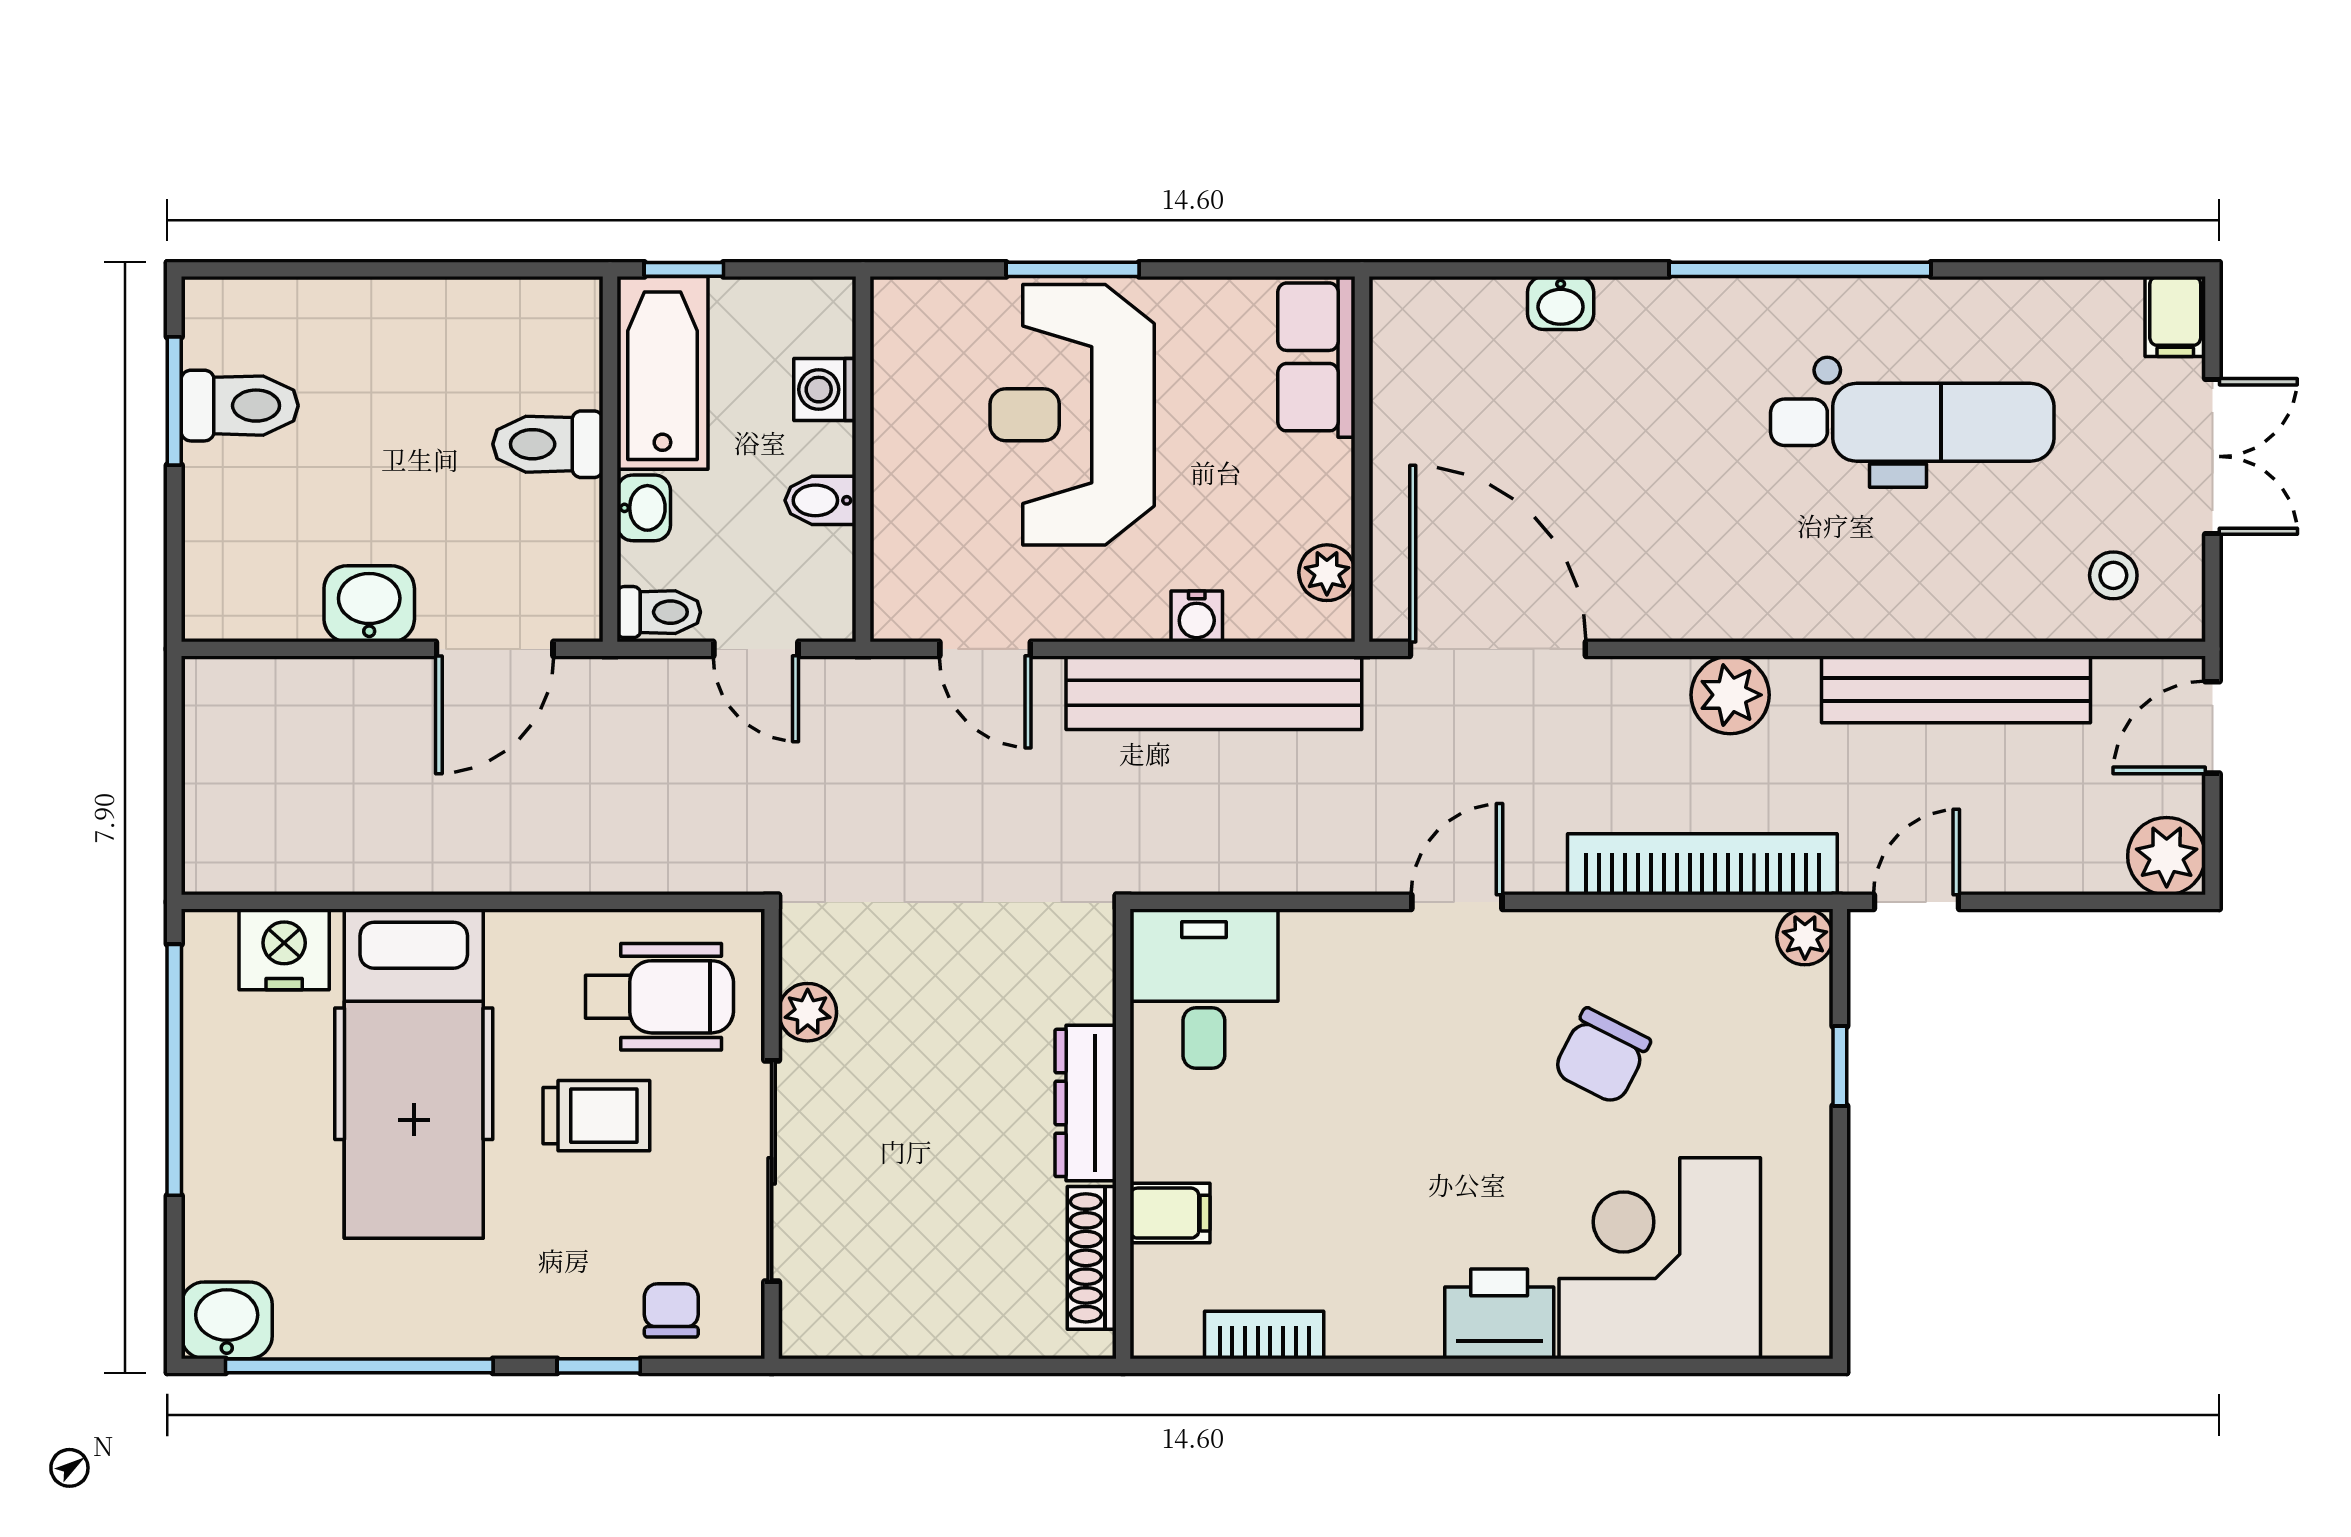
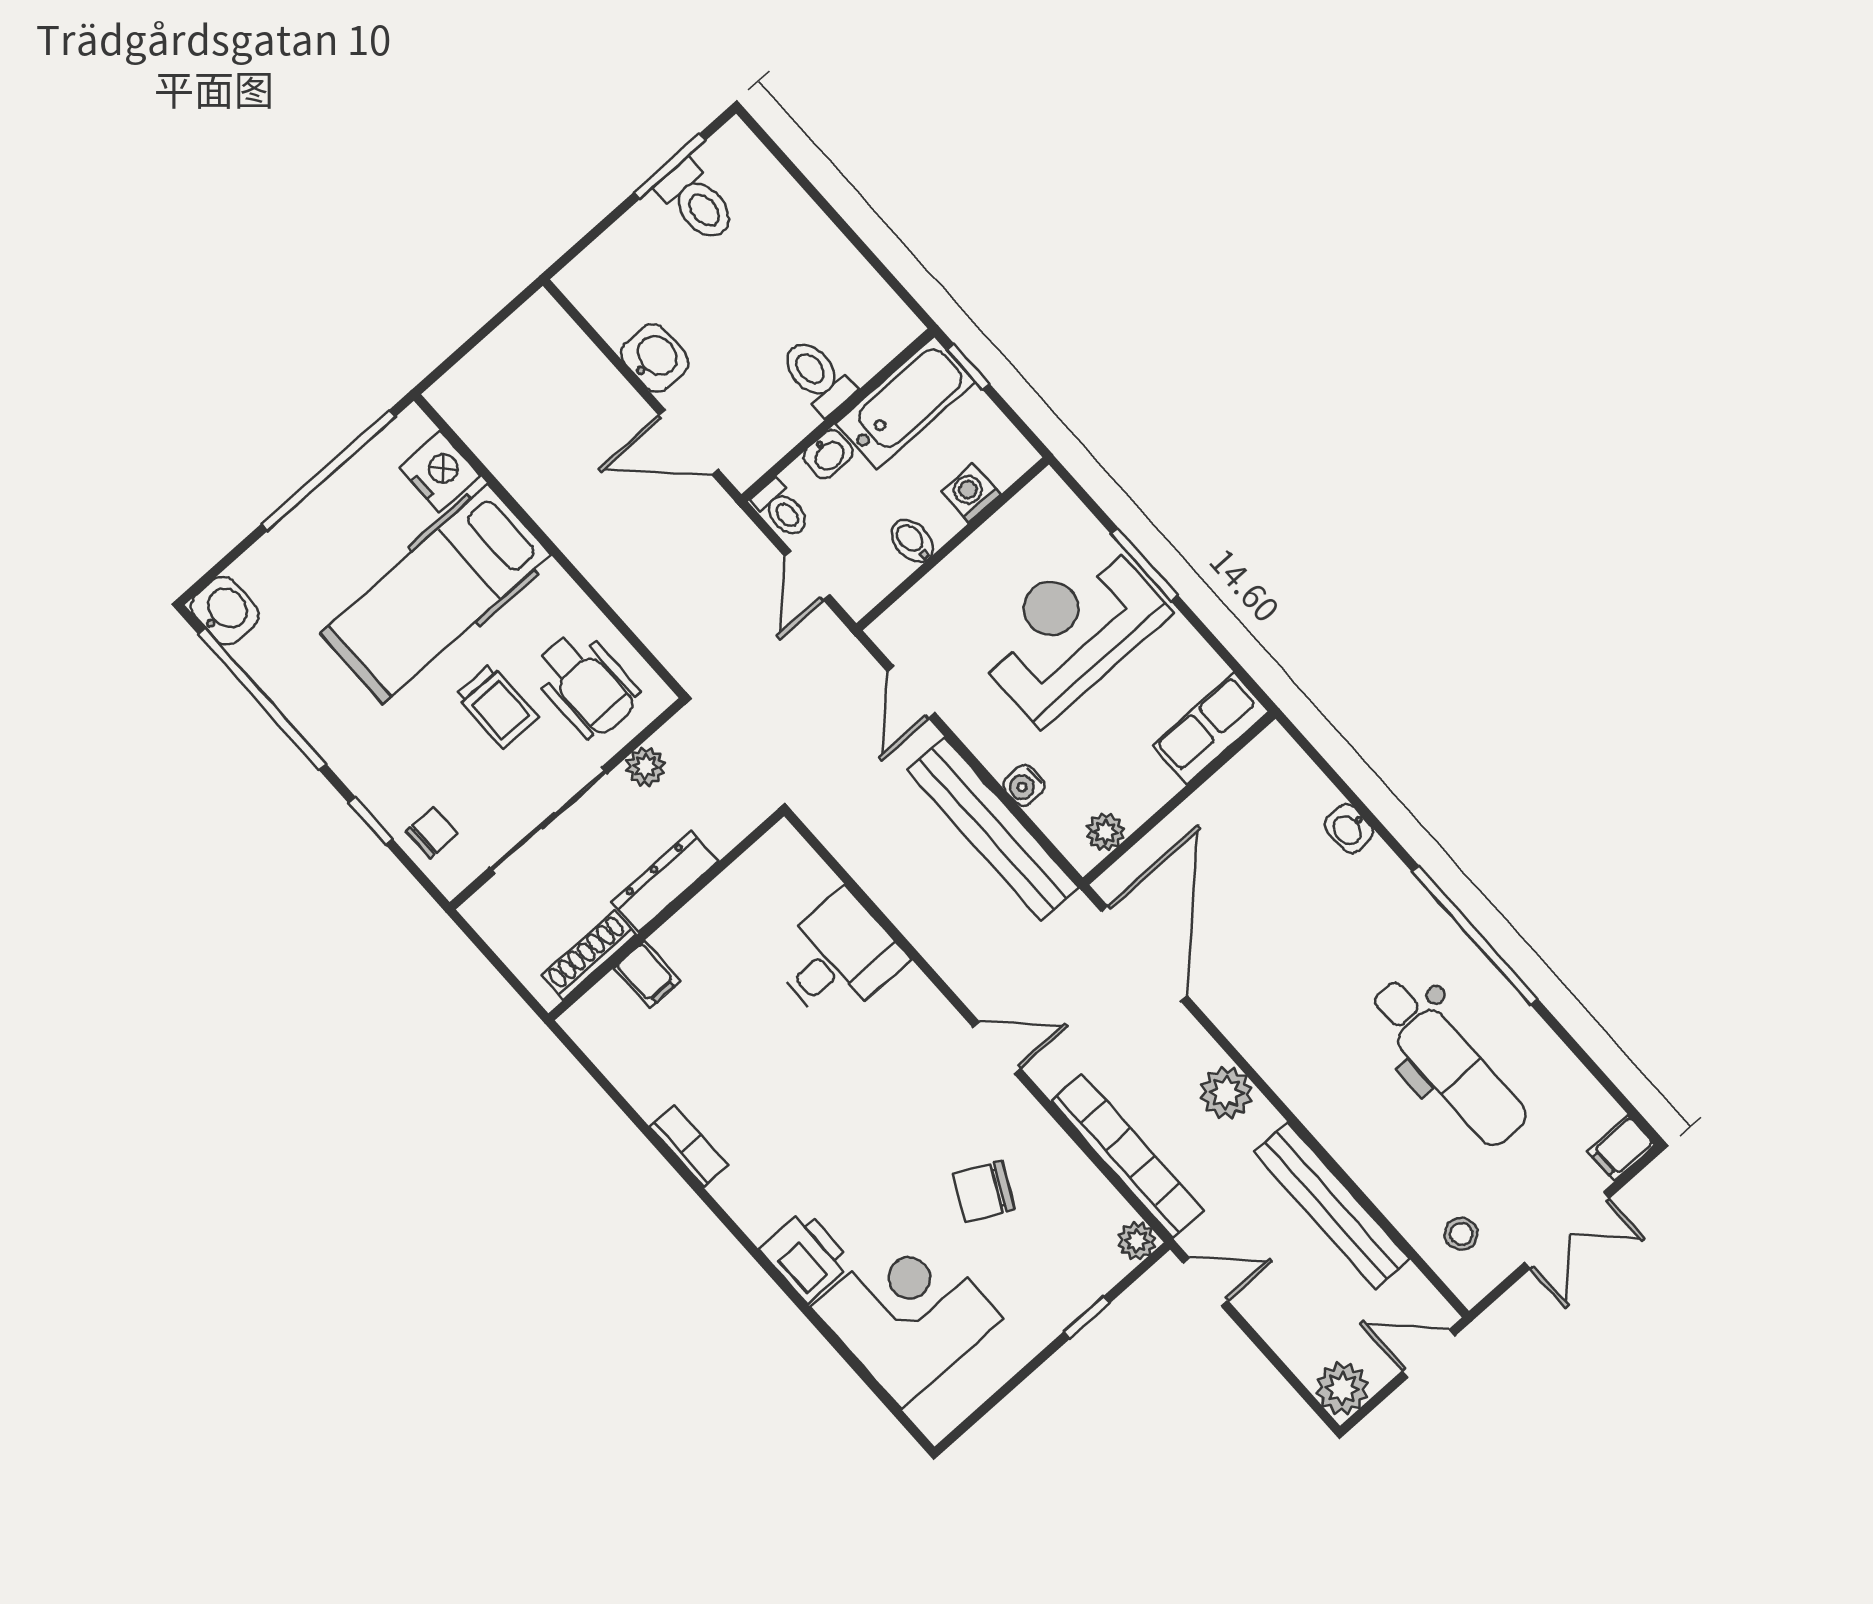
dresser: (1086, 1103) -> (665, 882), moved
wall: (1123, 1134) -> (666, 915), moved
filing cabinet: (1170, 1213) -> (647, 975), moved
shoe rack: (1092, 1258) -> (589, 955), moved

